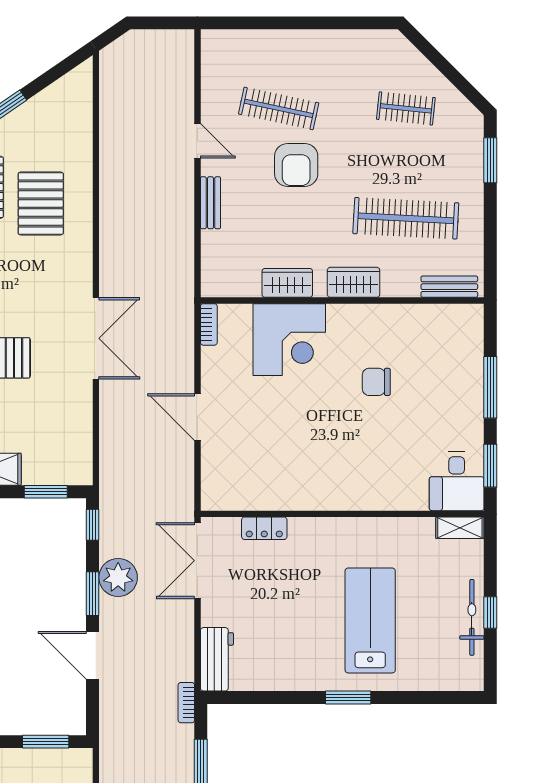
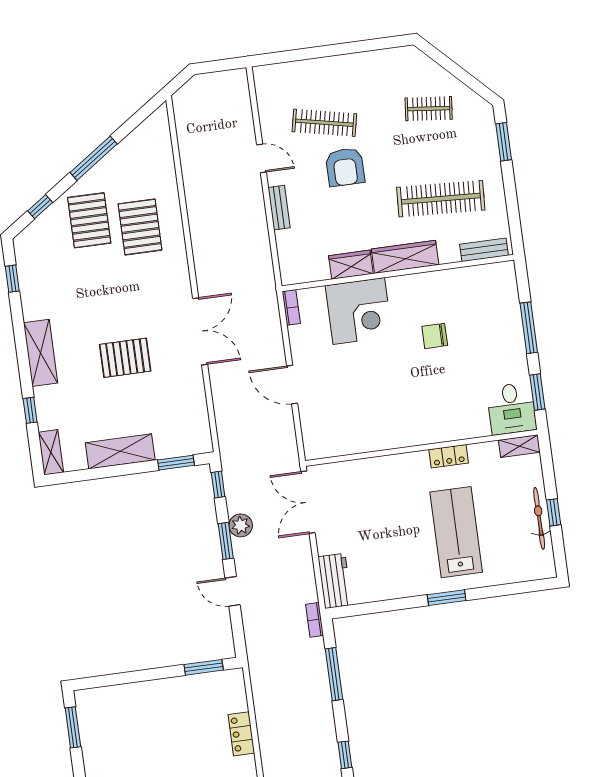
wardrobe: (354, 282) -> (405, 257), width x1.50
locker: (264, 528) -> (449, 456), moved
plant: (118, 577) -> (241, 525), width x0.73, depth x0.73
door: (93, 655) -> (233, 591), width x0.73

